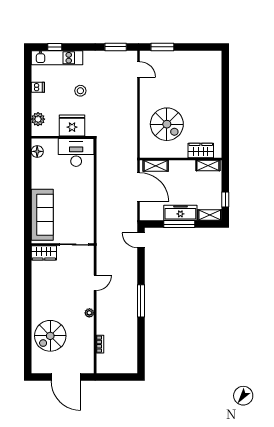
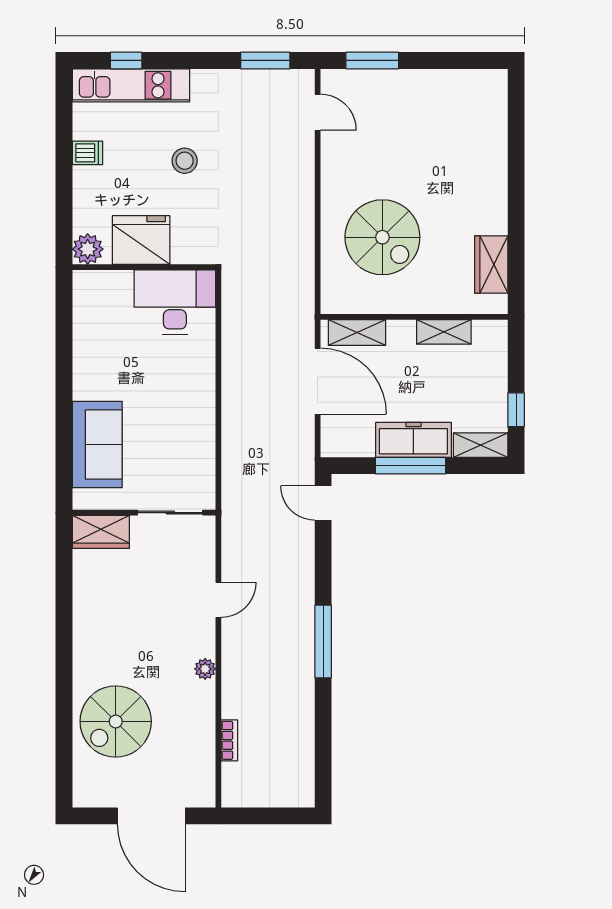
plant: (38, 119) -> (88, 249), moved
fridge: (72, 125) -> (141, 240), moved
wardrobe: (201, 150) -> (491, 264), moved, turned -90
floor lamp: (37, 151) -> (86, 300), removed
shelving: (208, 166) -> (444, 332), moved
sofa: (42, 215) -> (97, 444), width x0.73

